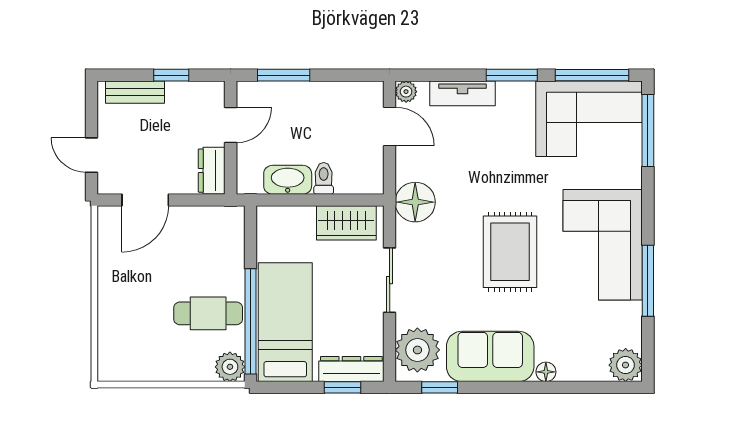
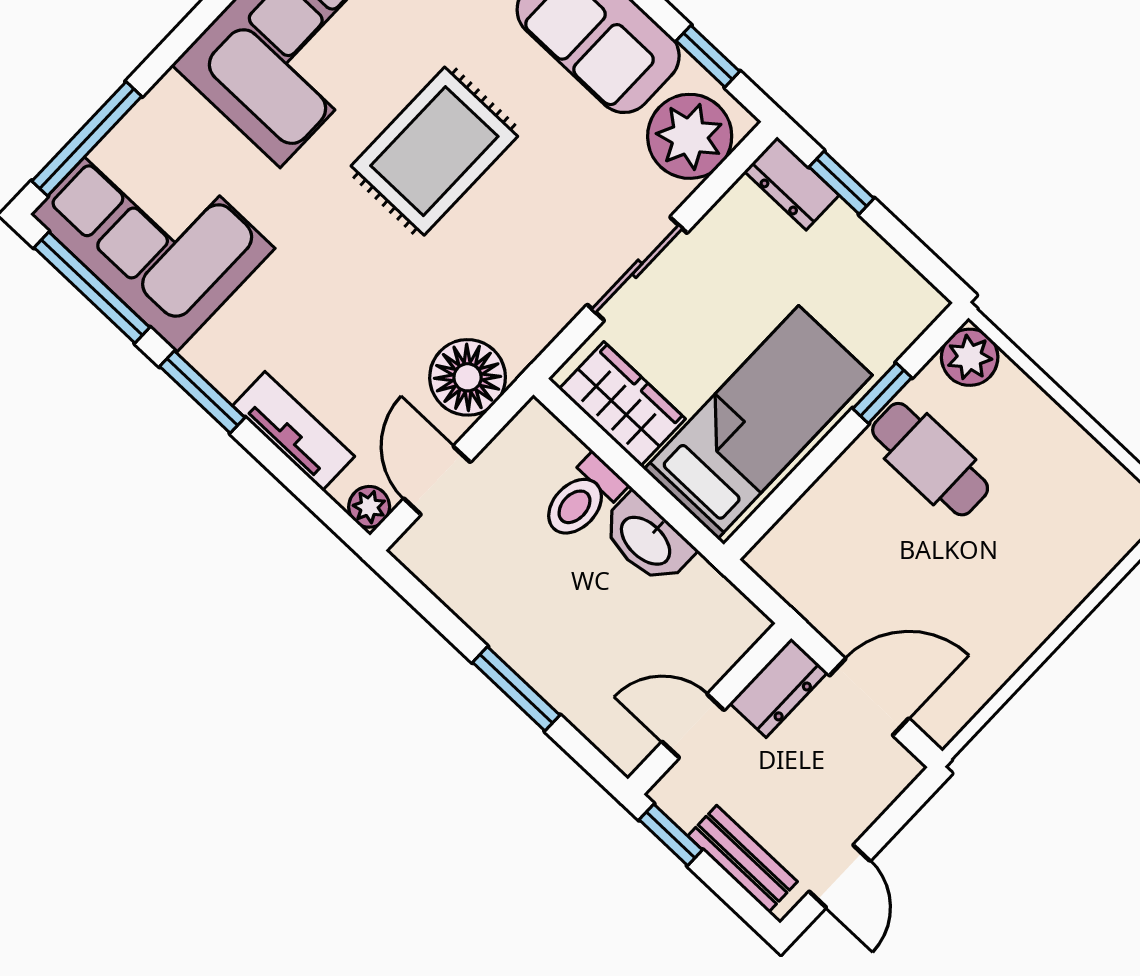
door: (231, 125) -> (693, 726), moved
wall: (231, 138) -> (709, 709), moved
door: (92, 155) -> (840, 876), moved
dresser: (212, 171) -> (778, 688), moved
toilet: (324, 178) -> (583, 498), width x1.37, depth x1.39
floor lamp: (415, 202) -> (468, 377), moved
window: (250, 321) -> (882, 393), width x0.32
bed: (285, 322) -> (758, 422), moved, turned 180
dresser: (351, 369) -> (792, 183), width x0.70

